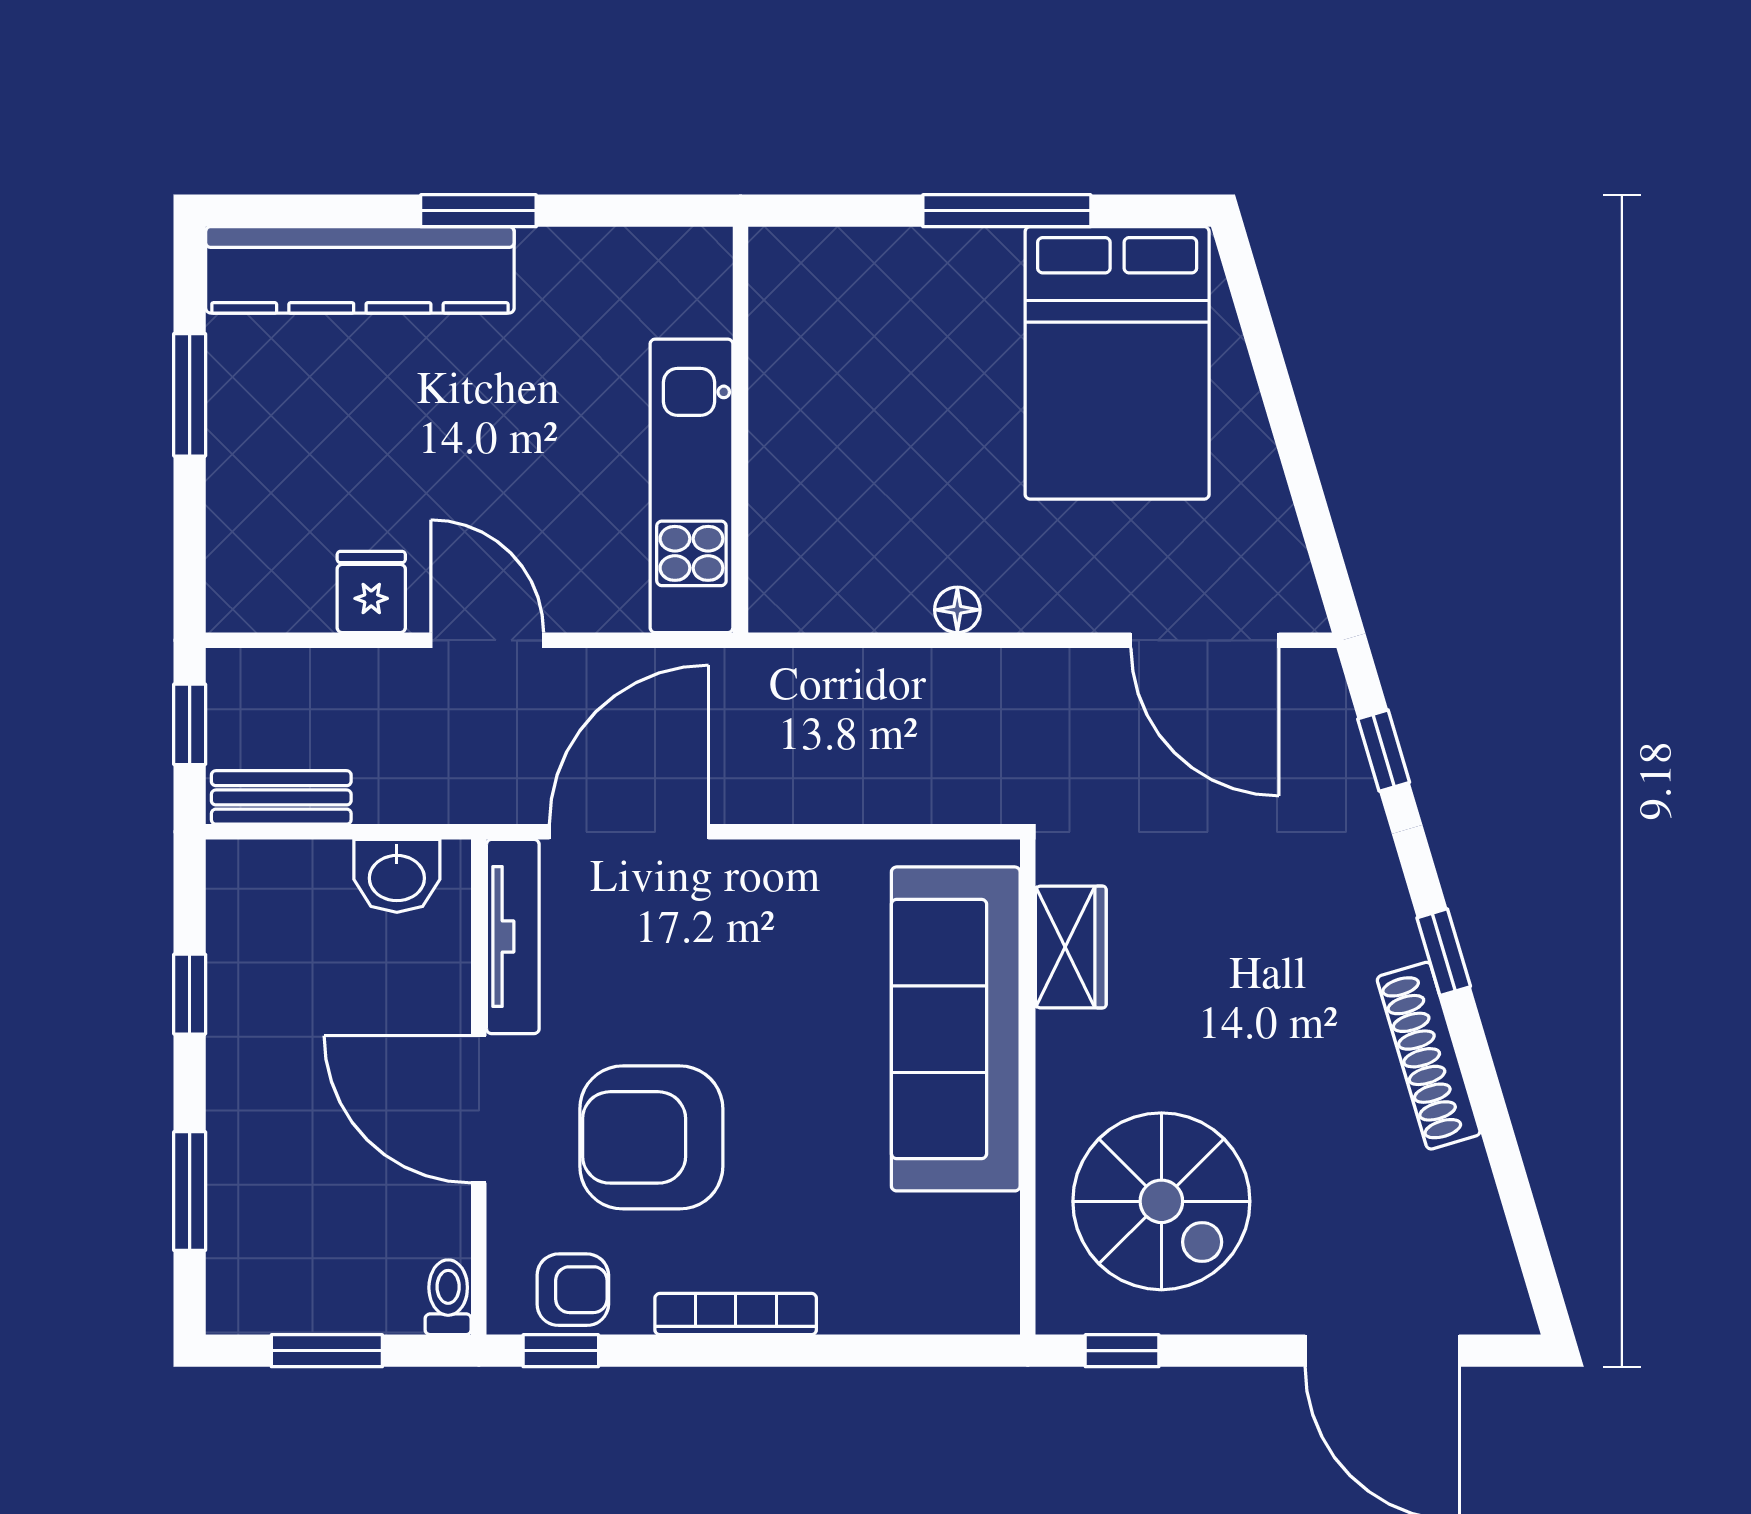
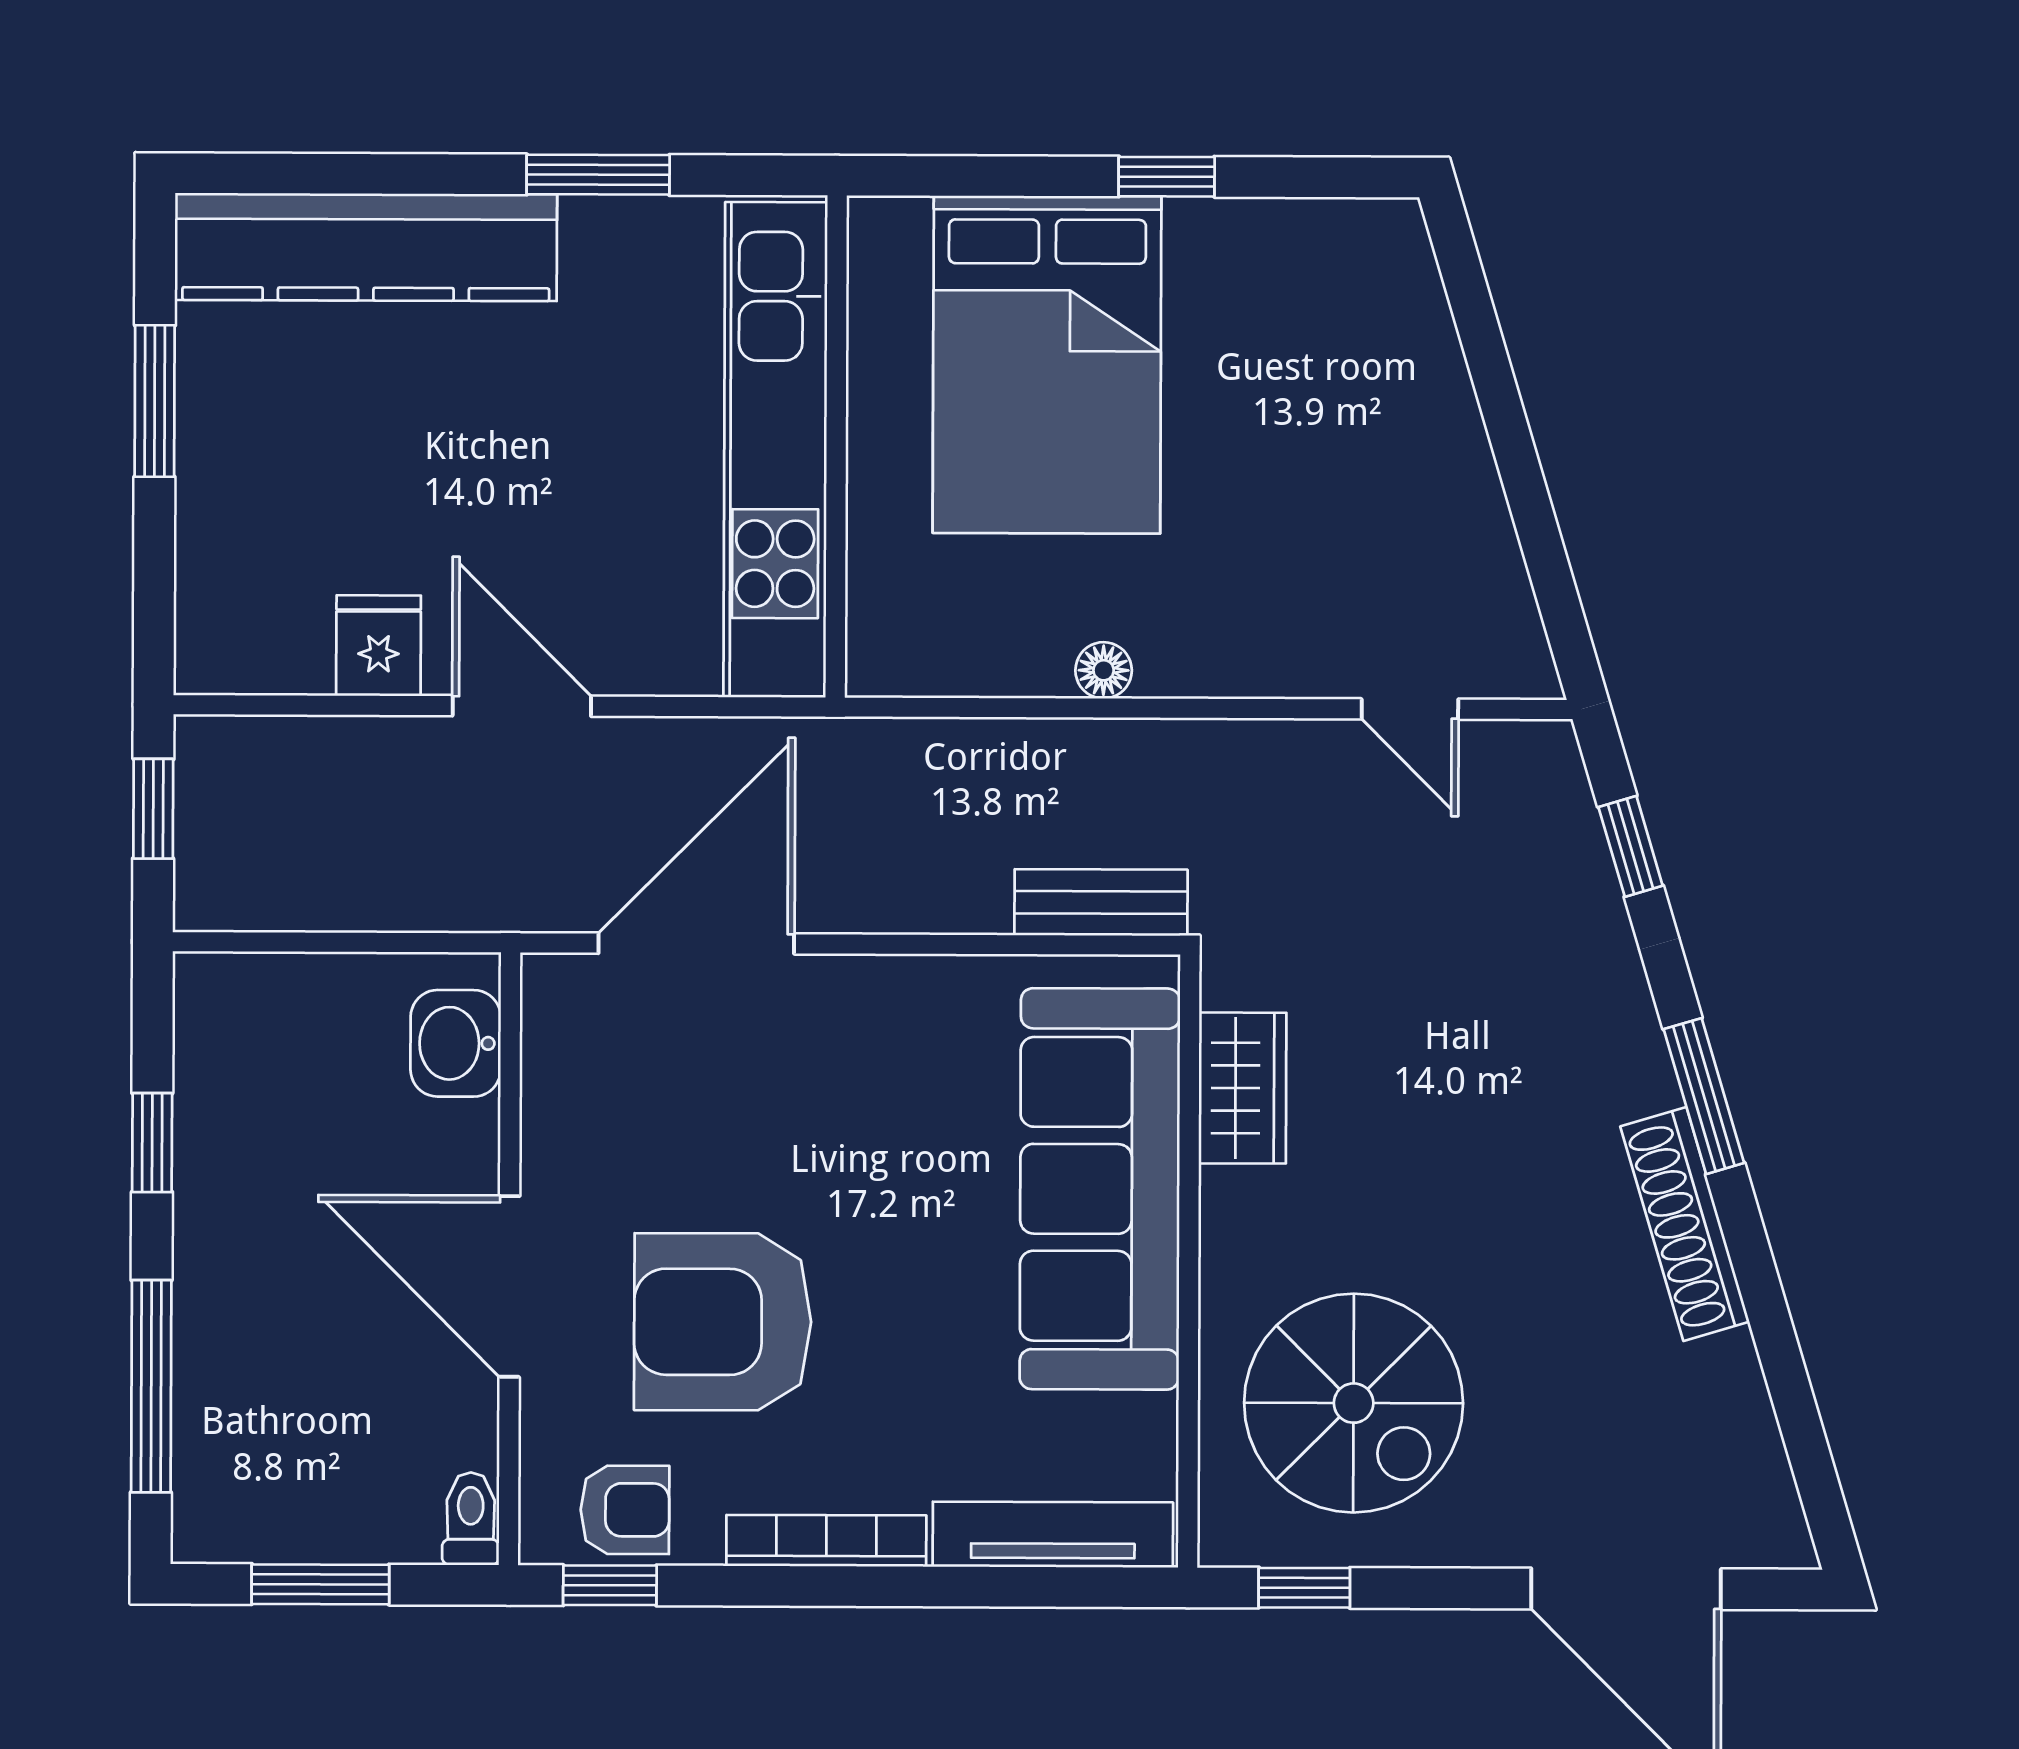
window: (478, 211) -> (598, 175), moved
window: (1007, 211) -> (1167, 177), width x0.46
bed: (1117, 363) -> (1047, 365), moved
kitchen unit: (691, 486) -> (775, 450), width x1.36
door: (1205, 640) -> (1410, 709), width x0.53
bench: (281, 797) -> (1101, 902), moved
washbasin: (397, 876) -> (456, 1043), moved, turned 90
tv unit: (513, 937) -> (1053, 1535), moved, turned -90
window: (1444, 952) -> (1704, 1096), width x1.50
window: (190, 1191) -> (151, 1386), width x1.44

